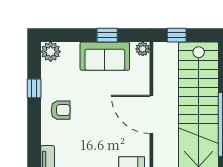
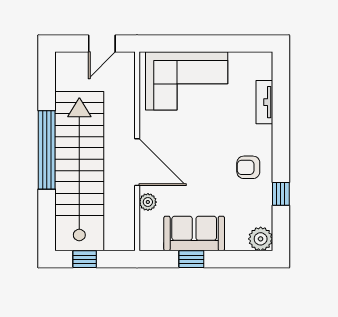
window: (177, 35) -> (85, 259), moved
plant: (143, 49) -> (148, 202), moved

